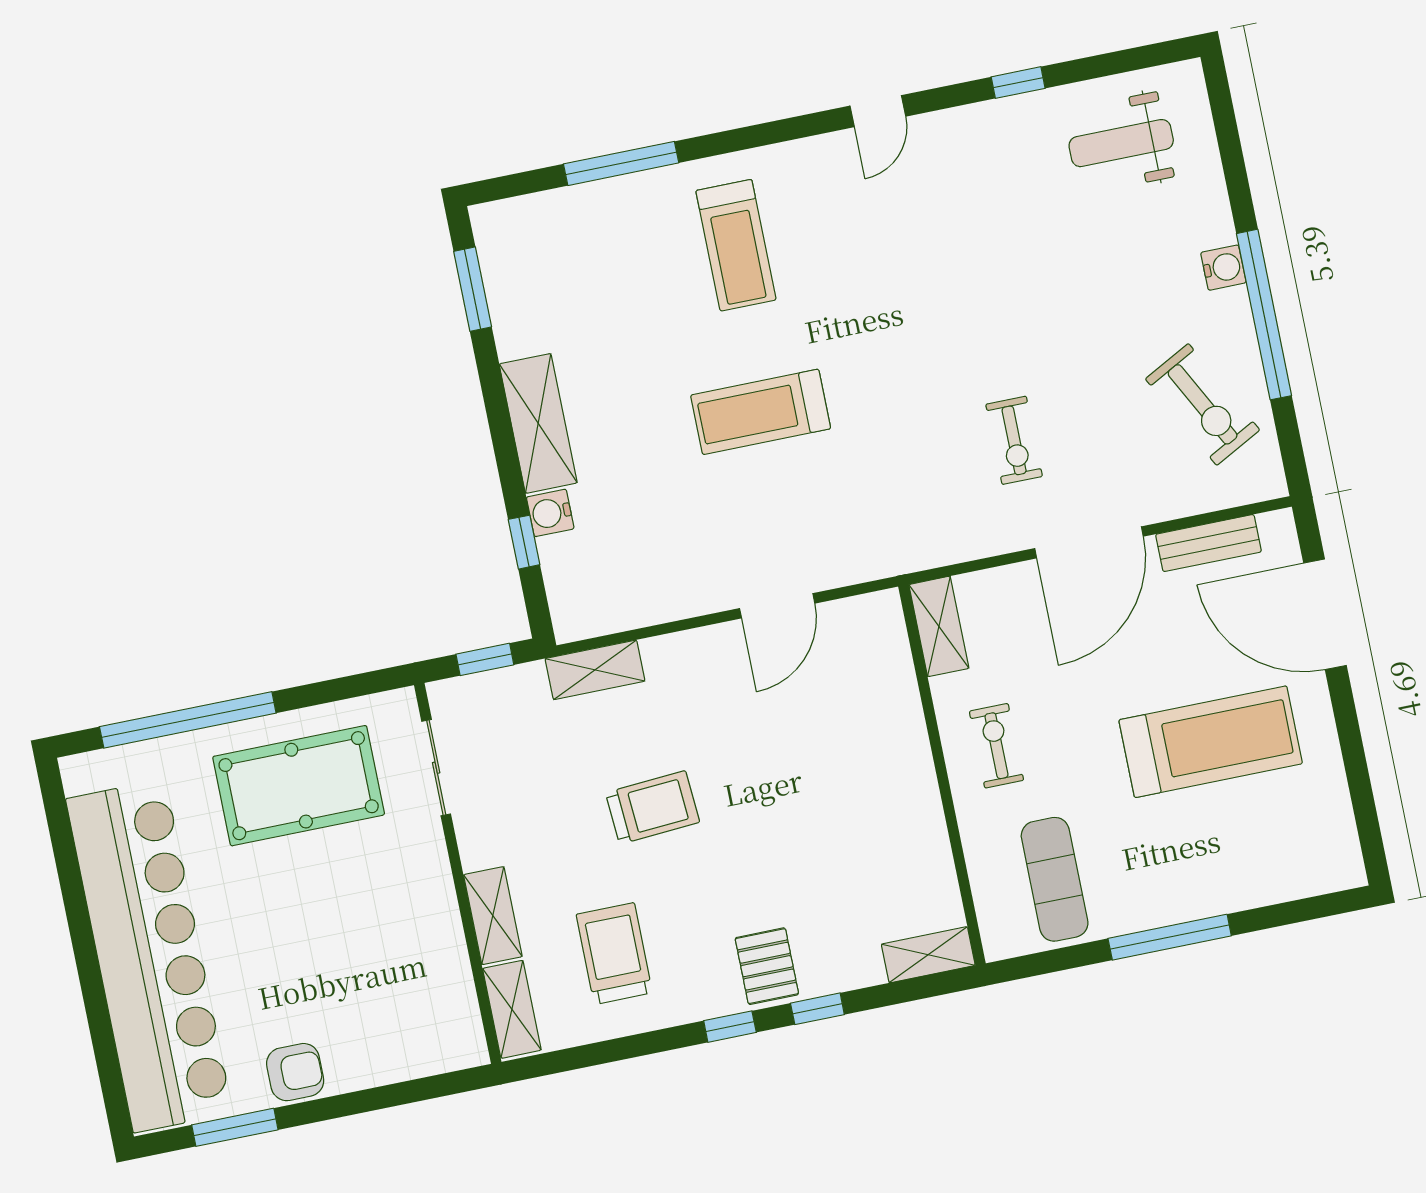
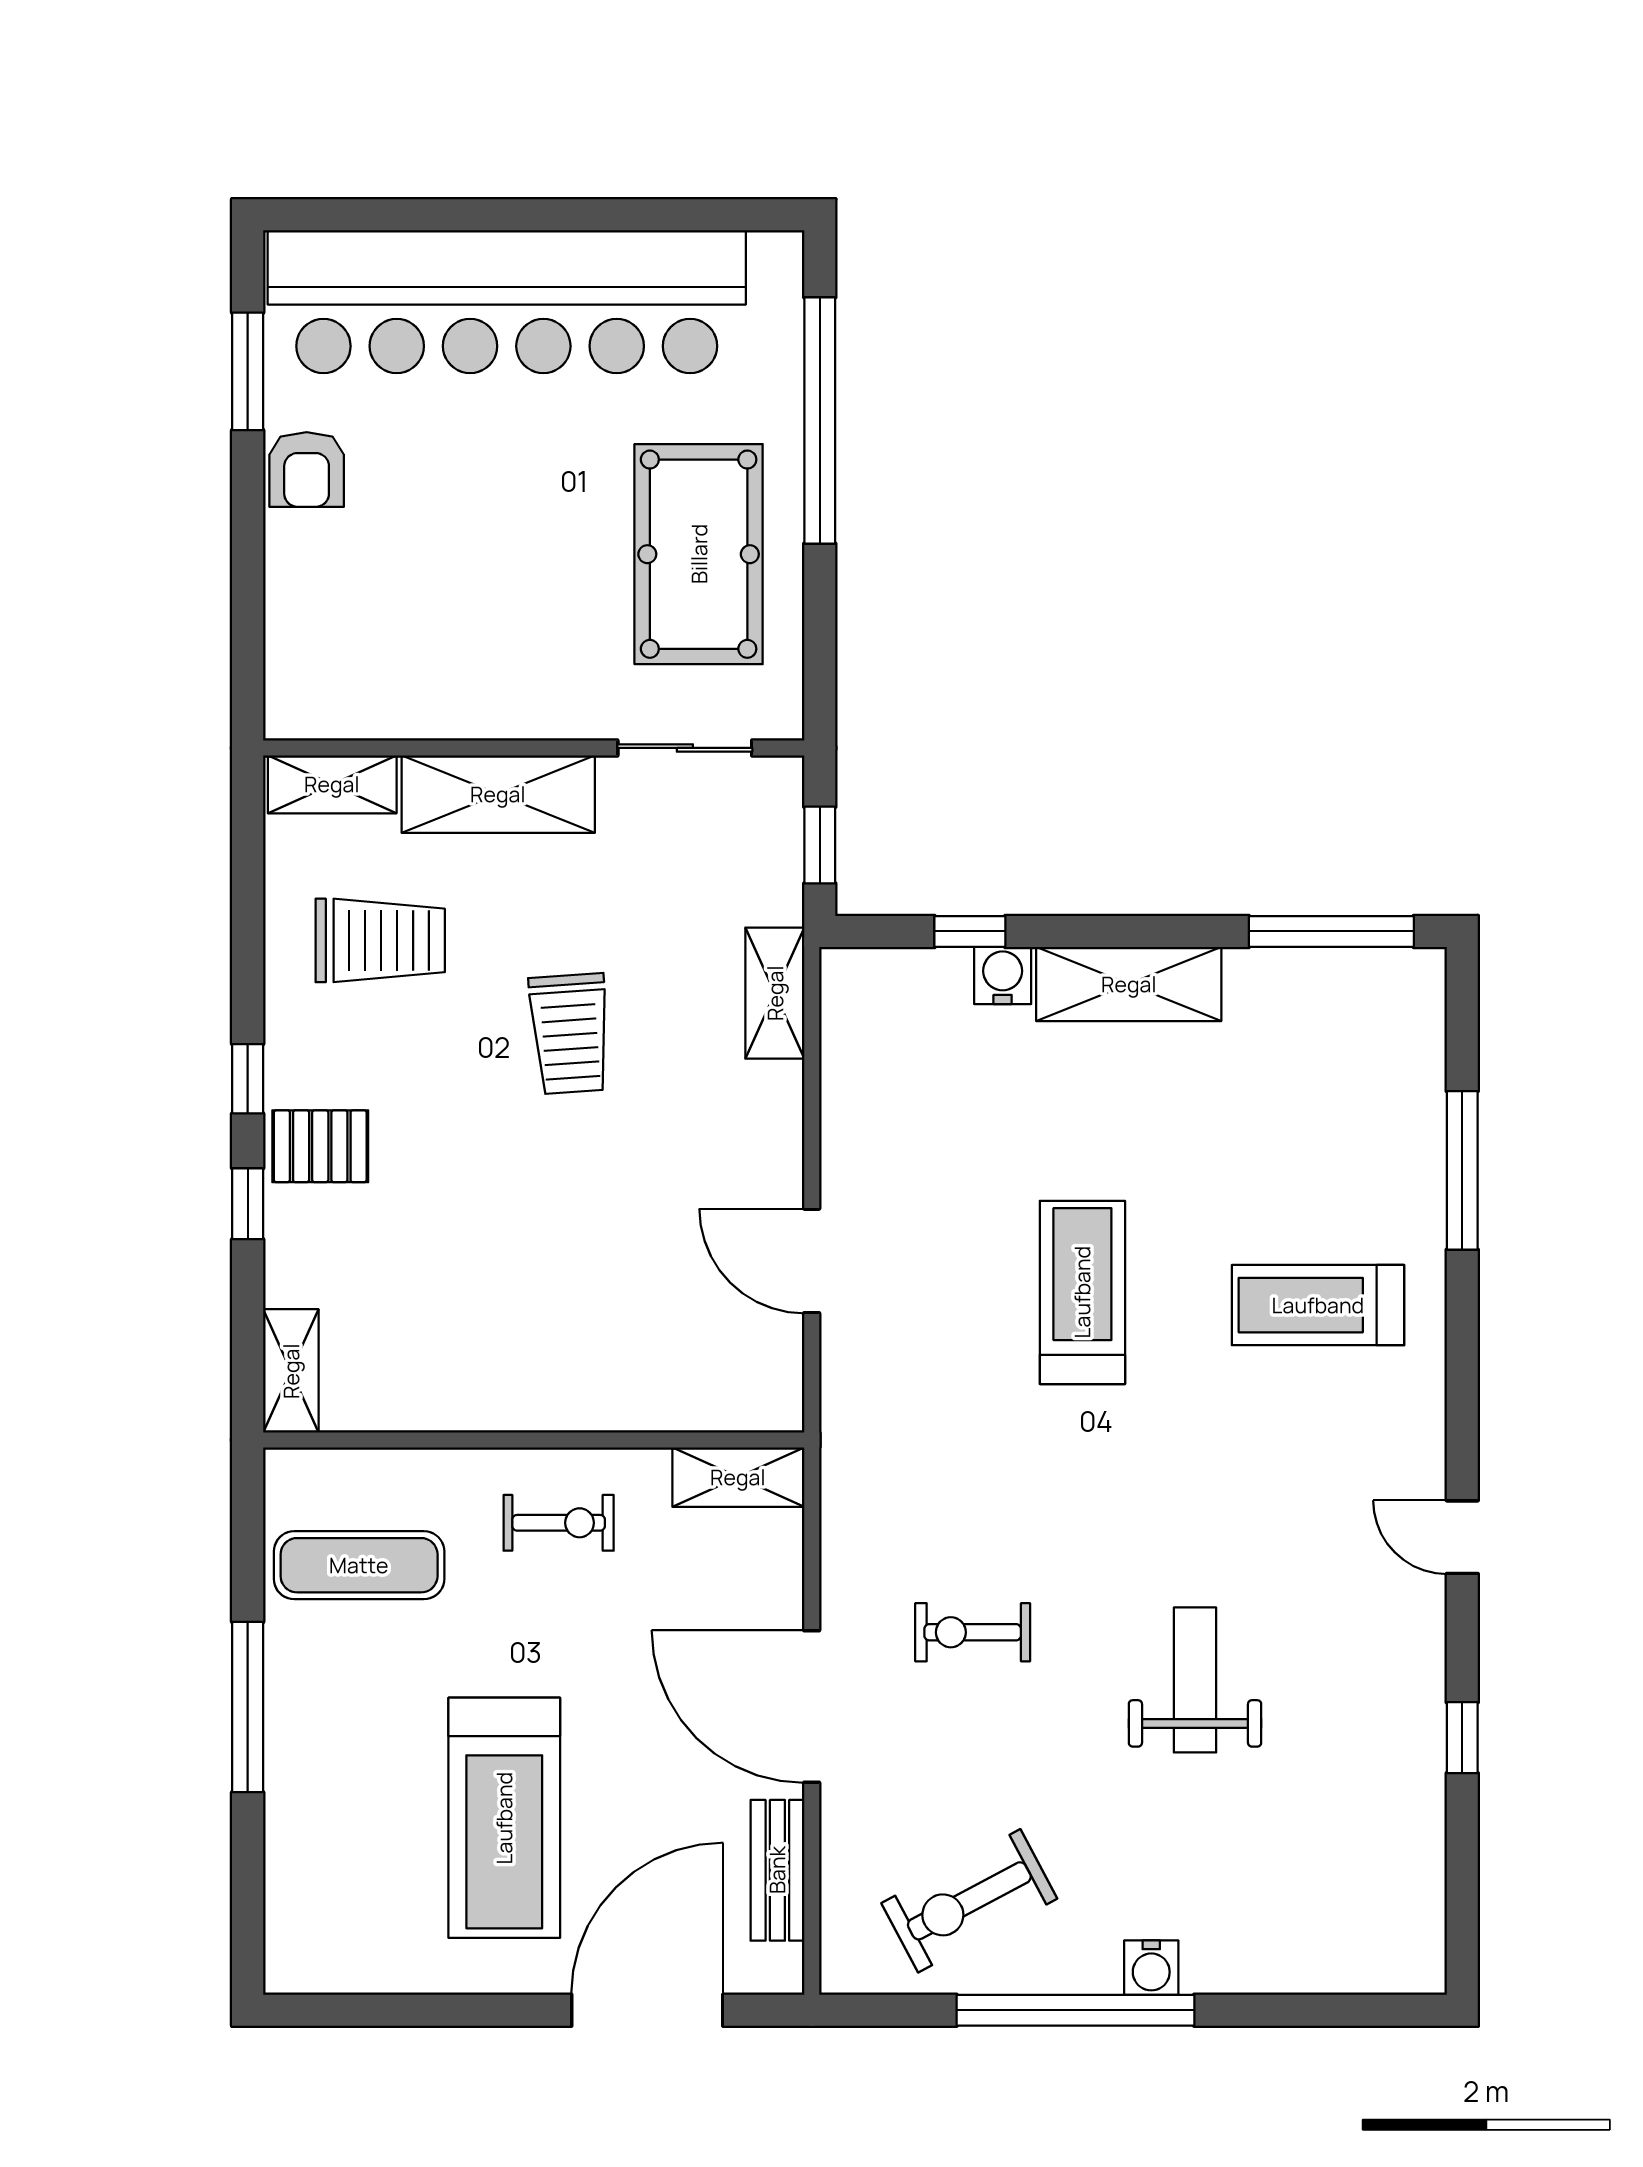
weight bench: (1121, 143) -> (1195, 1680), moved
window: (473, 289) -> (1331, 931), width x1.44
shelving: (493, 916) -> (498, 794), width x1.50, depth x1.33

